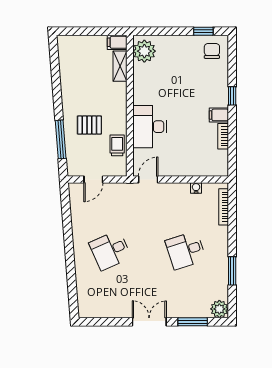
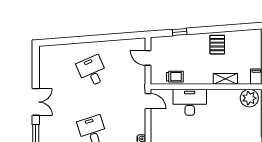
shelving: (120, 66) -> (225, 79), moved
pallet: (89, 125) -> (217, 45), moved
window: (61, 139) -> (180, 32), width x0.46

